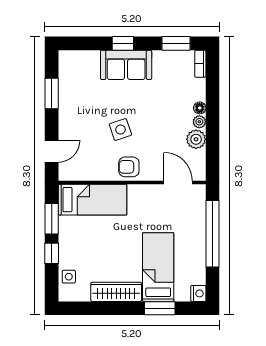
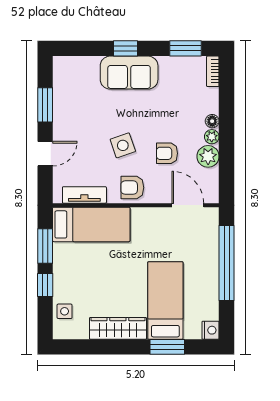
armchair: (160, 137) -> (167, 153), added
door: (52, 151) -> (45, 154), moved
tv unit: (86, 173) -> (84, 195), added

